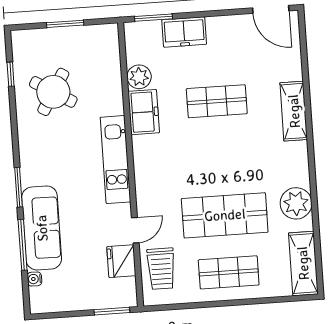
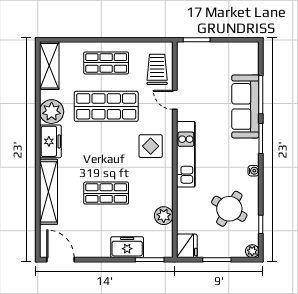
plant: (19, 38) -> (252, 251), added
shelving: (294, 111) -> (49, 192), width x1.47
freezer: (144, 112) -> (50, 141), moved, turned 180
display table: (163, 167) -> (151, 146), added
door: (135, 230) -> (175, 100), hinge flipped
fridge: (121, 261) -> (187, 246), moved
water cooler: (34, 279) -> (253, 171), moved

